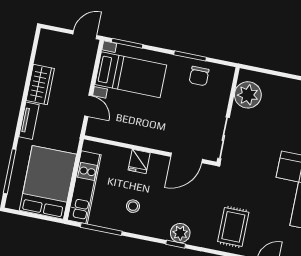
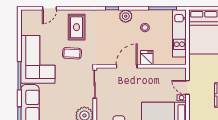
door: (187, 158) -> (127, 66), moved
coffee table: (248, 190) -> (72, 53), added
plant: (180, 233) -> (126, 16), moved

